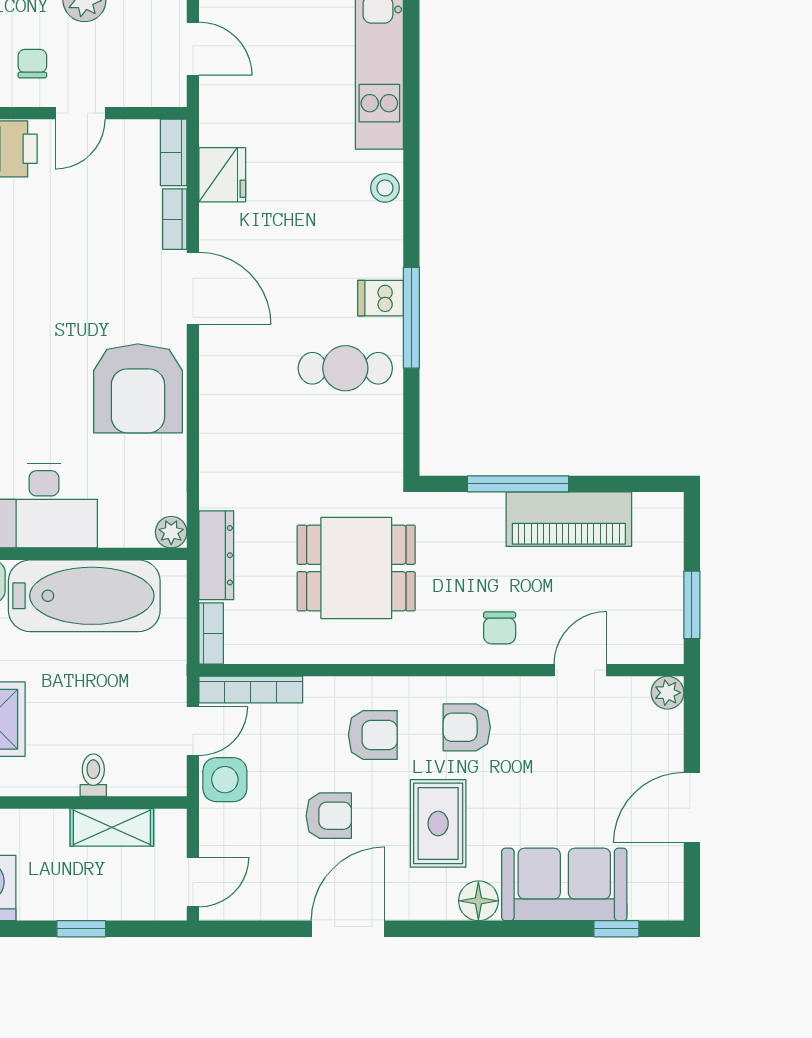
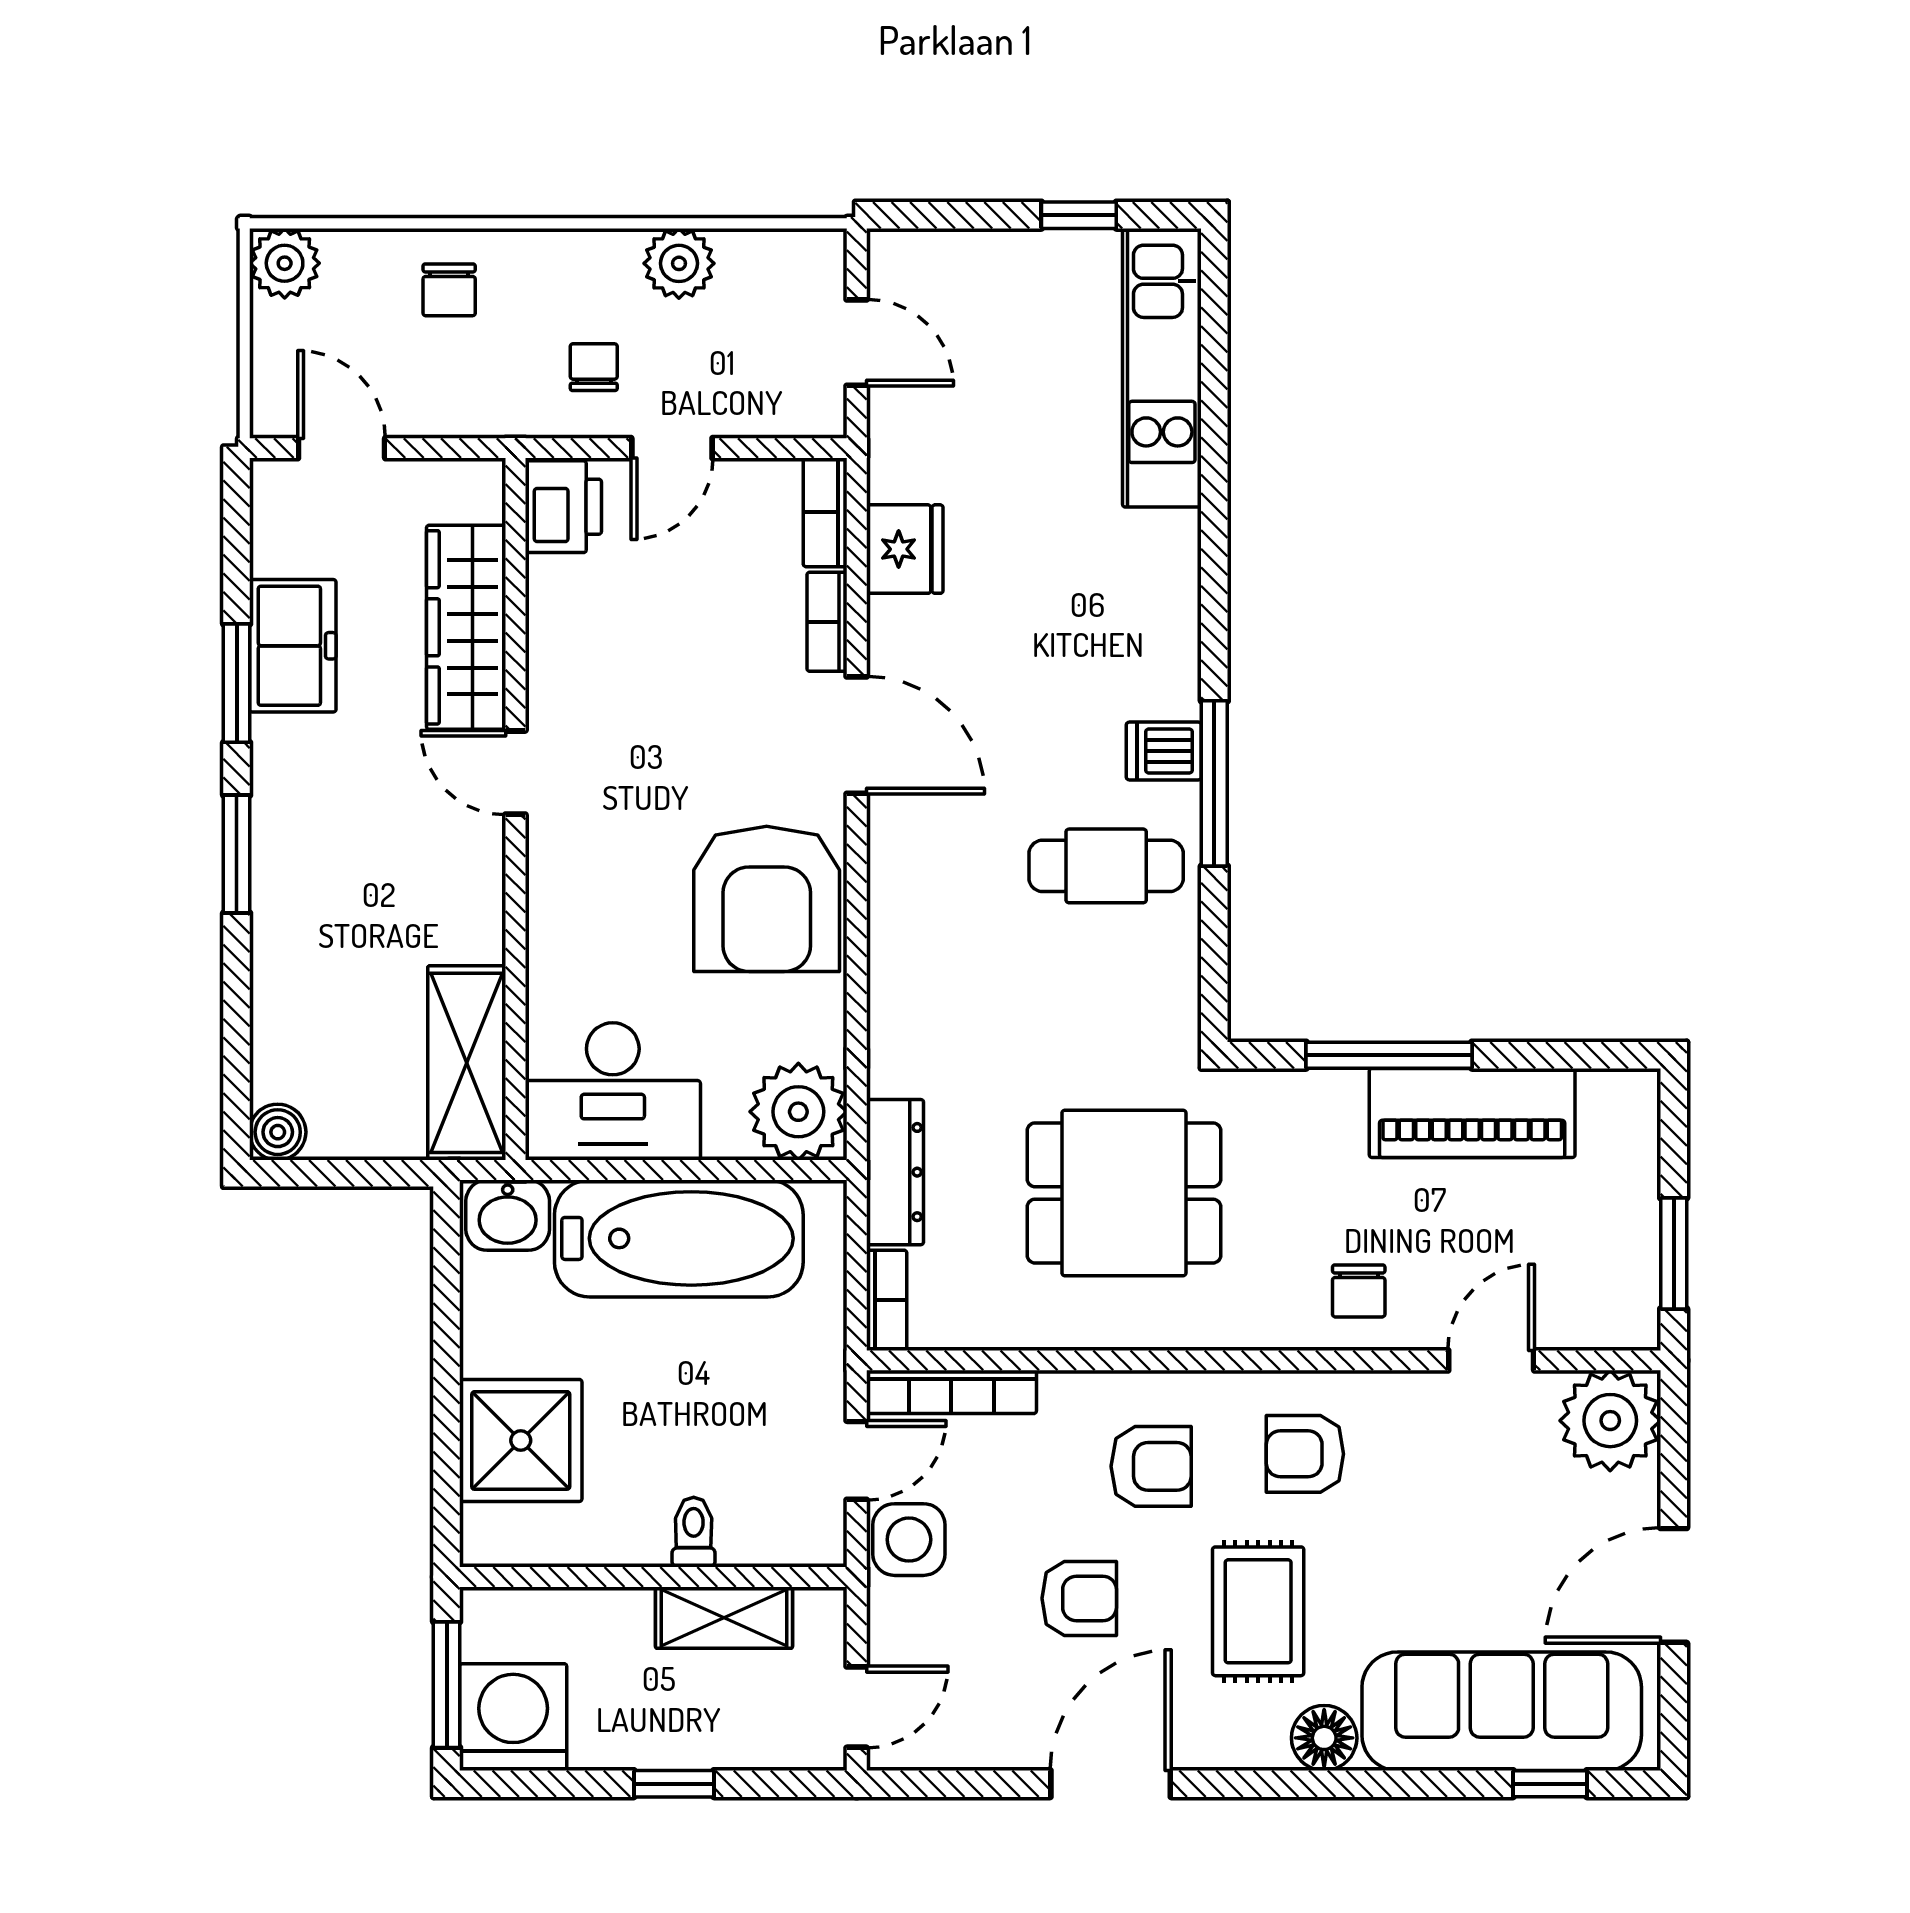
stool: (385, 188) -> (1171, 571), removed
plant: (171, 532) -> (798, 1112), width x1.87, depth x1.87
plant: (668, 693) -> (1610, 1421), width x1.88, depth x1.88
sofa: (564, 884) -> (1502, 1711), width x1.36

